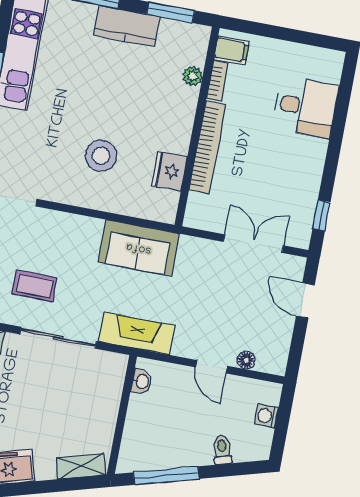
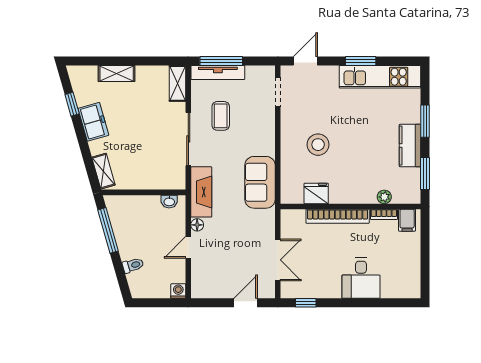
desk: (306, 107) -> (361, 278), moved
floor lamp: (246, 360) -> (197, 225), moved
washing machine: (266, 416) -> (178, 291), moved

